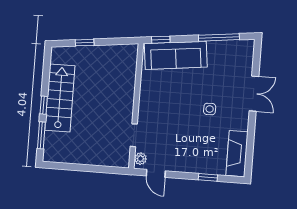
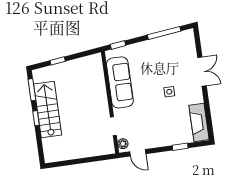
sofa: (176, 55) -> (120, 82), moved, turned -83
window: (41, 135) -> (32, 90), moved

